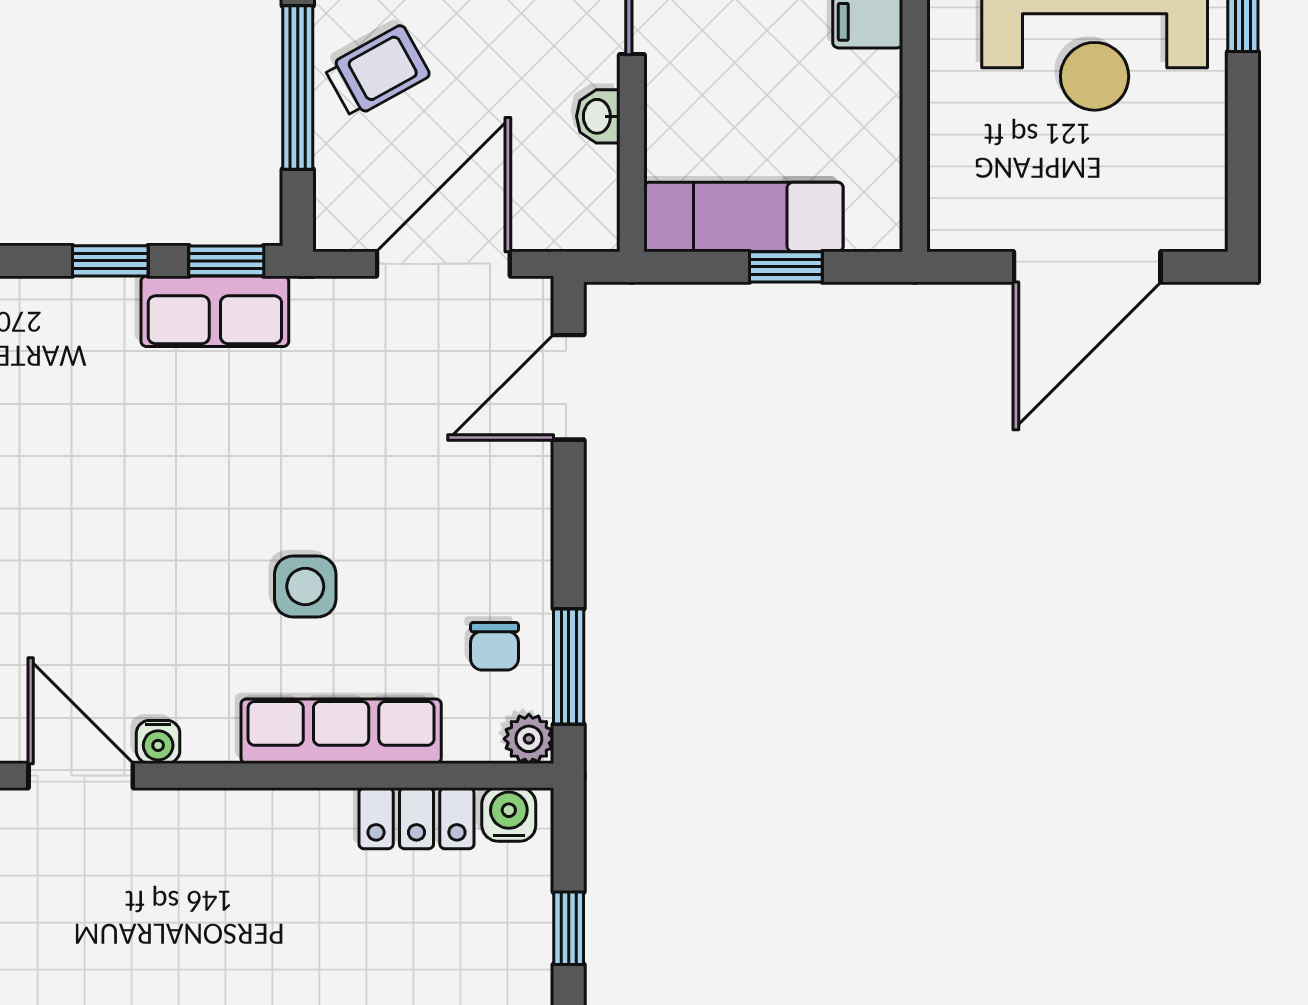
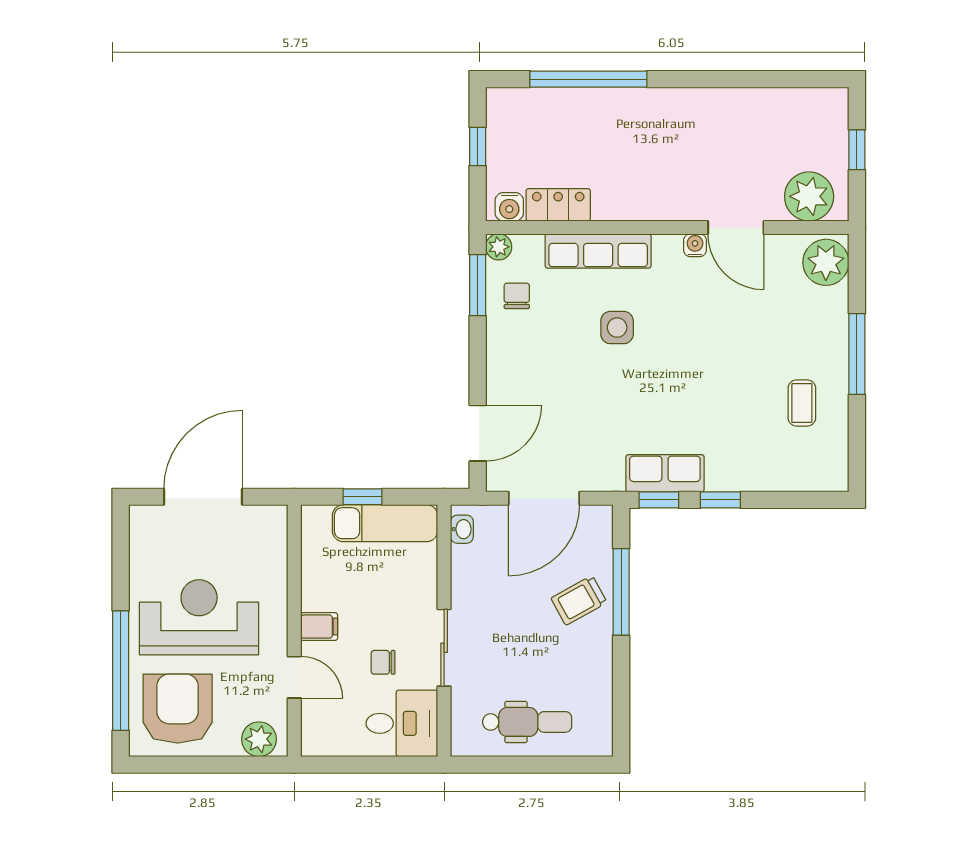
washbasin: (598, 116) -> (462, 529), moved

